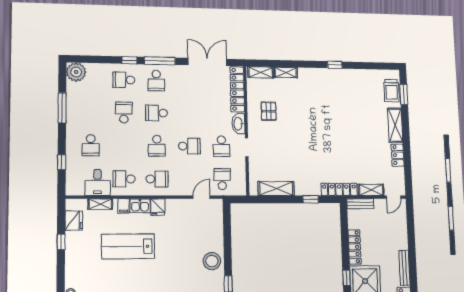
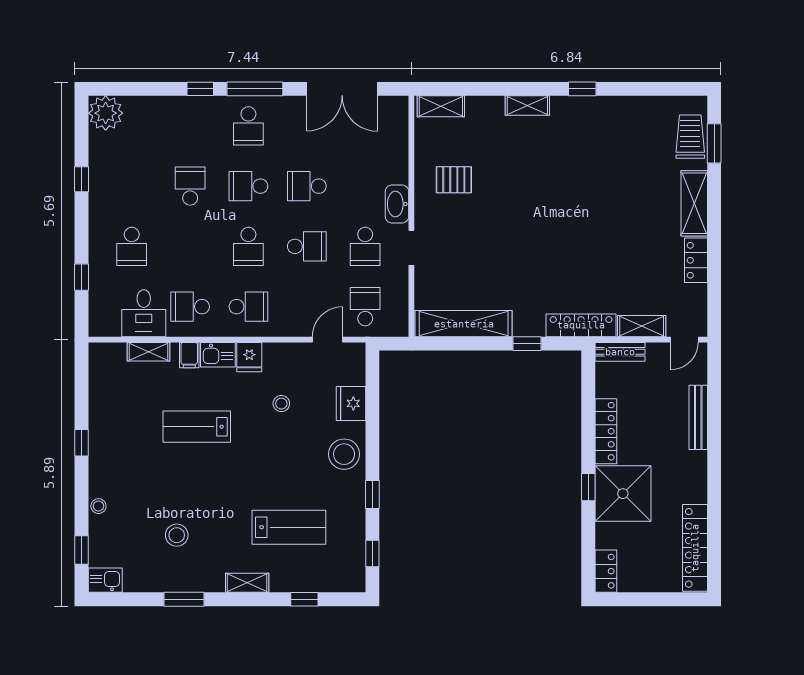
double door: (207, 62) -> (342, 89), swing flipped
shelving: (286, 72) -> (527, 106), moved
school desk: (124, 80) -> (307, 186), moved
locker: (237, 89) -> (396, 139), removed
trolley: (392, 91) -> (690, 137), turned 180
window: (62, 108) -> (81, 179), width x0.46
pallet: (269, 111) -> (454, 180), turned 90
shelving: (276, 188) -> (464, 324), width x1.47
fridge: (74, 221) -> (351, 403), moved, turned 180
stool: (176, 233) -> (281, 404), added
window: (61, 242) -> (81, 443), moved
lab bench: (128, 246) -> (197, 427), width x0.73, depth x0.72
bench: (404, 268) -> (698, 417), moved

